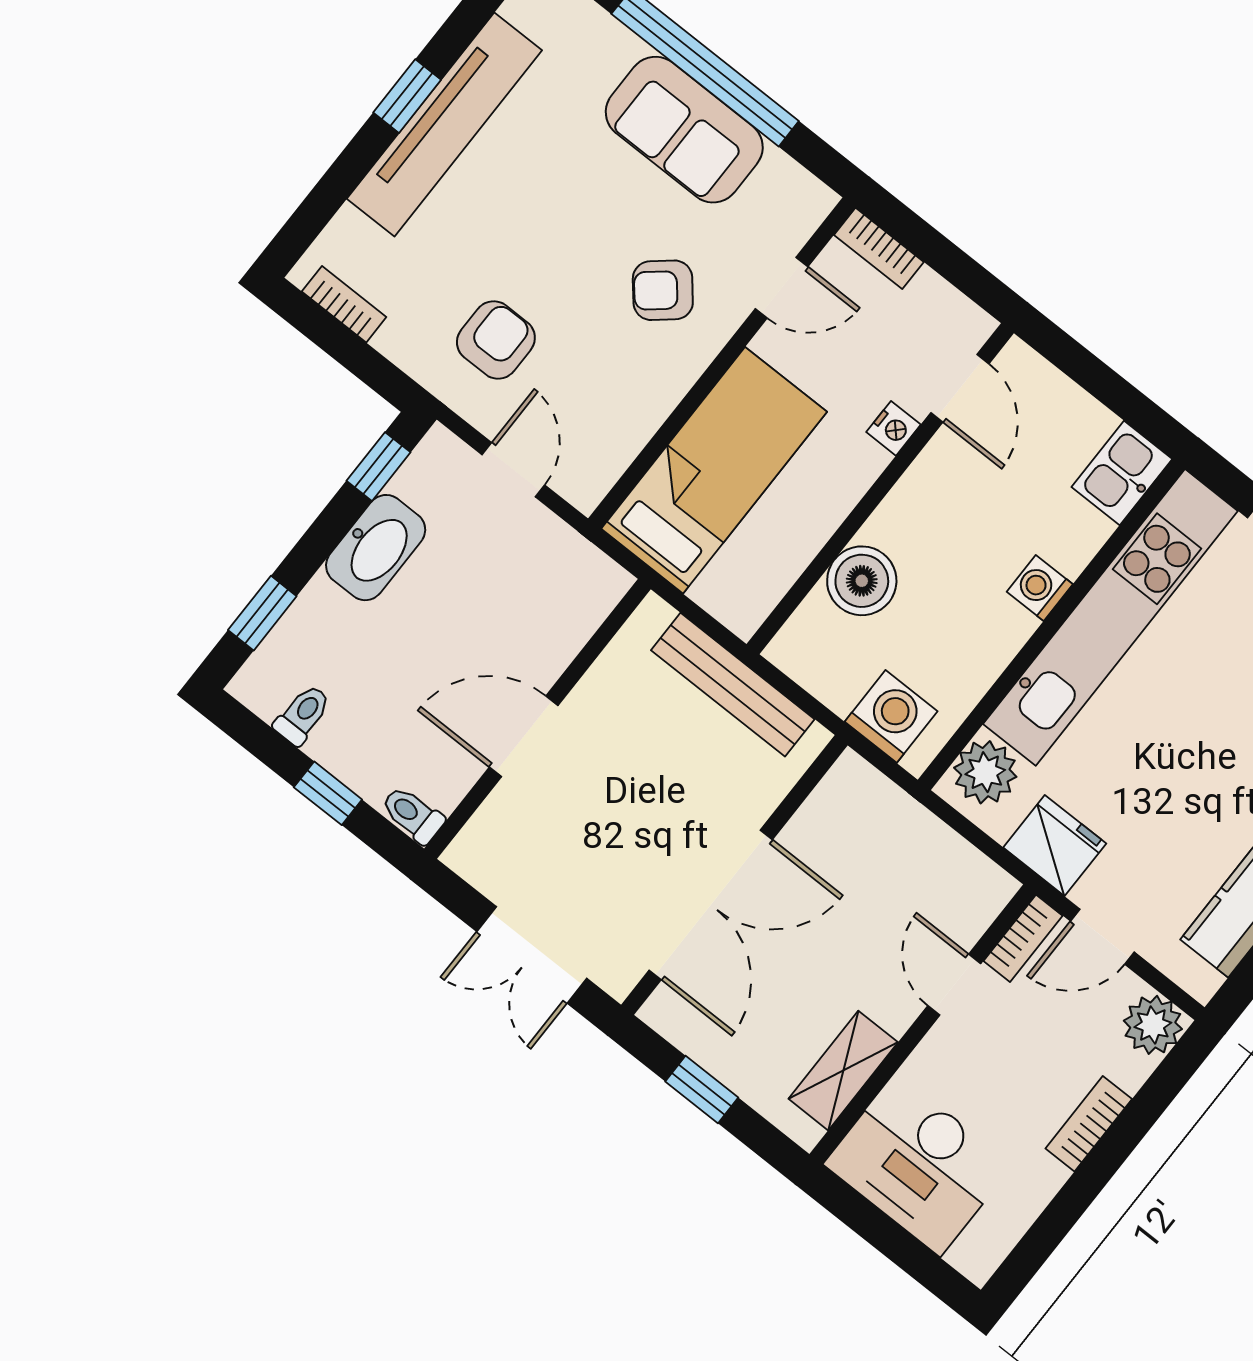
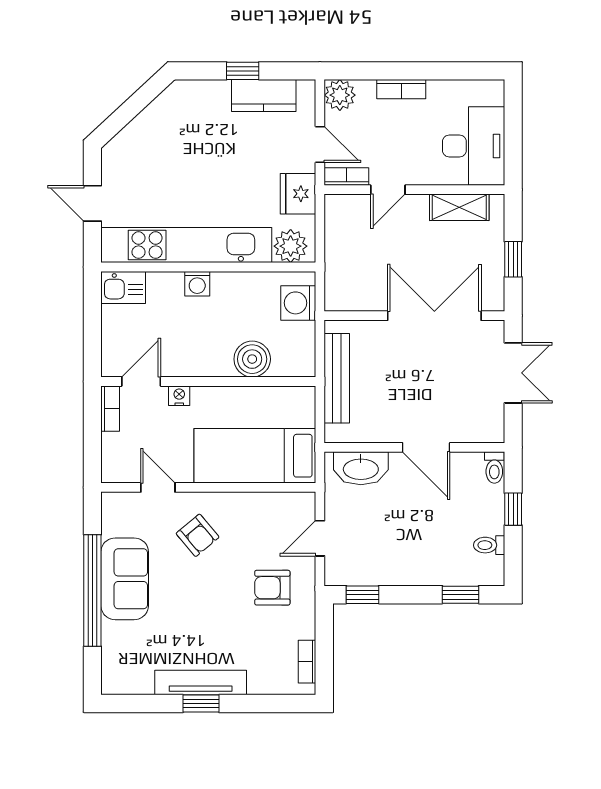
tv unit: (444, 125) -> (201, 682), width x0.73, depth x0.78
bookcase: (879, 248) -> (110, 409), moved
washbasin: (376, 548) -> (361, 468), moved, turned 180

